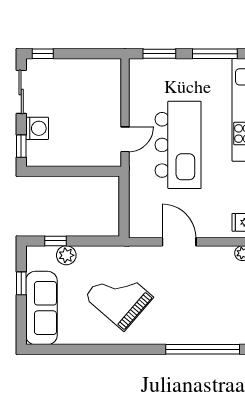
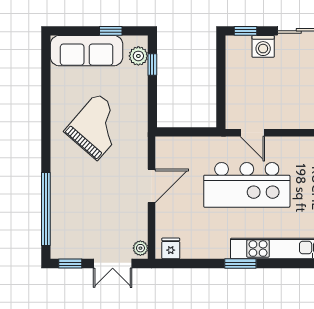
plant: (66, 255) -> (138, 56), moved

